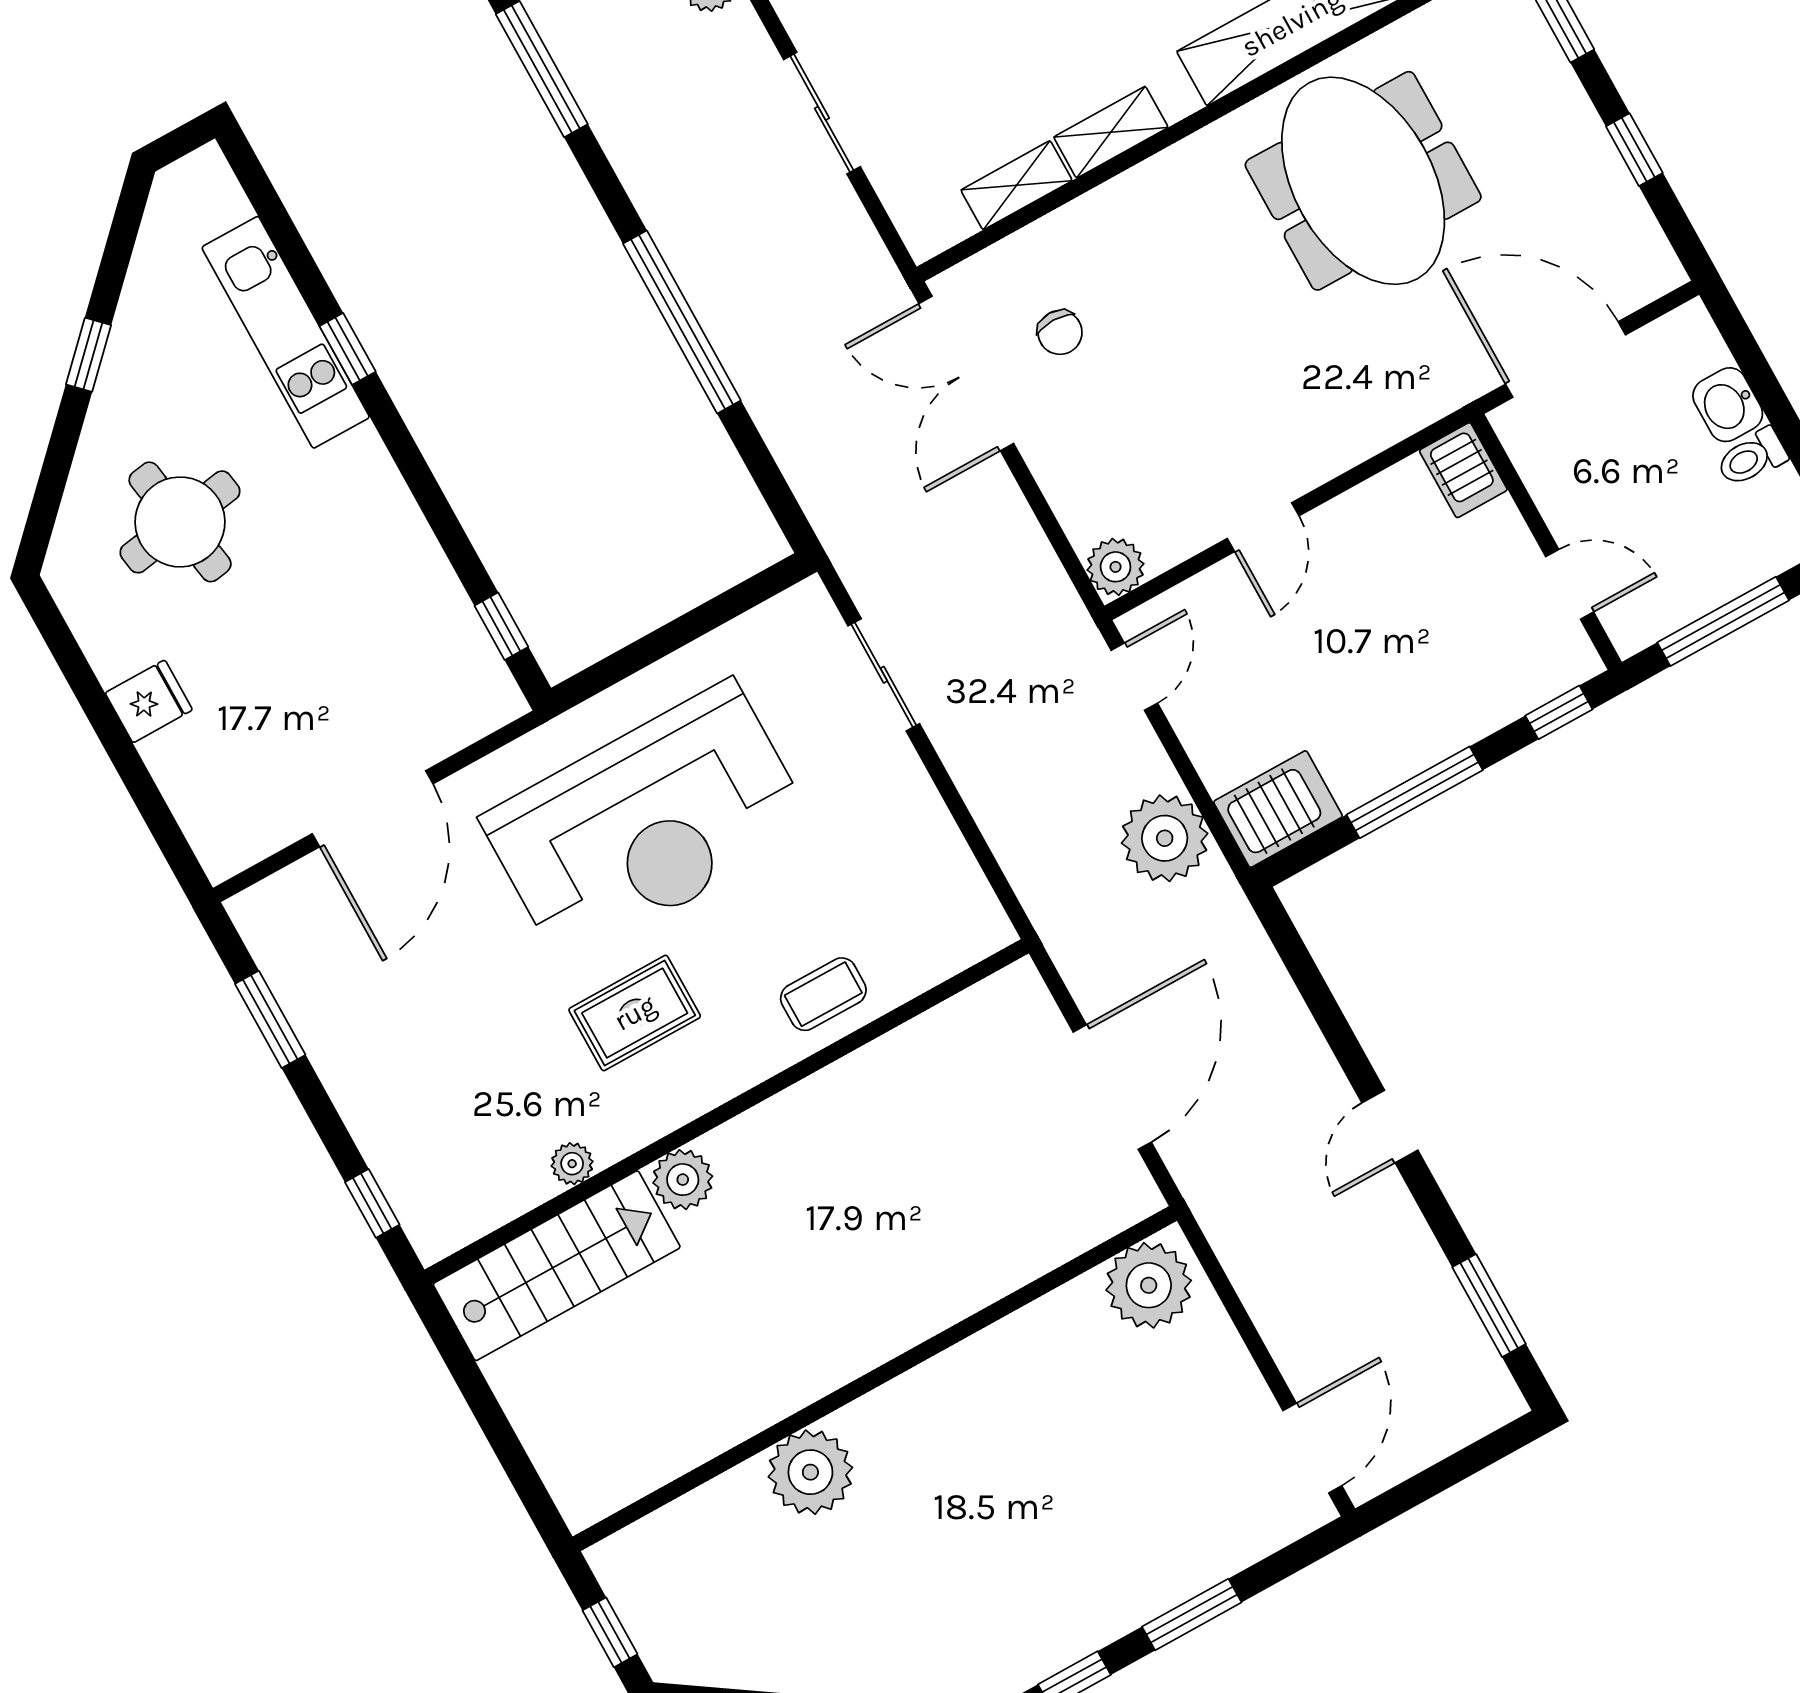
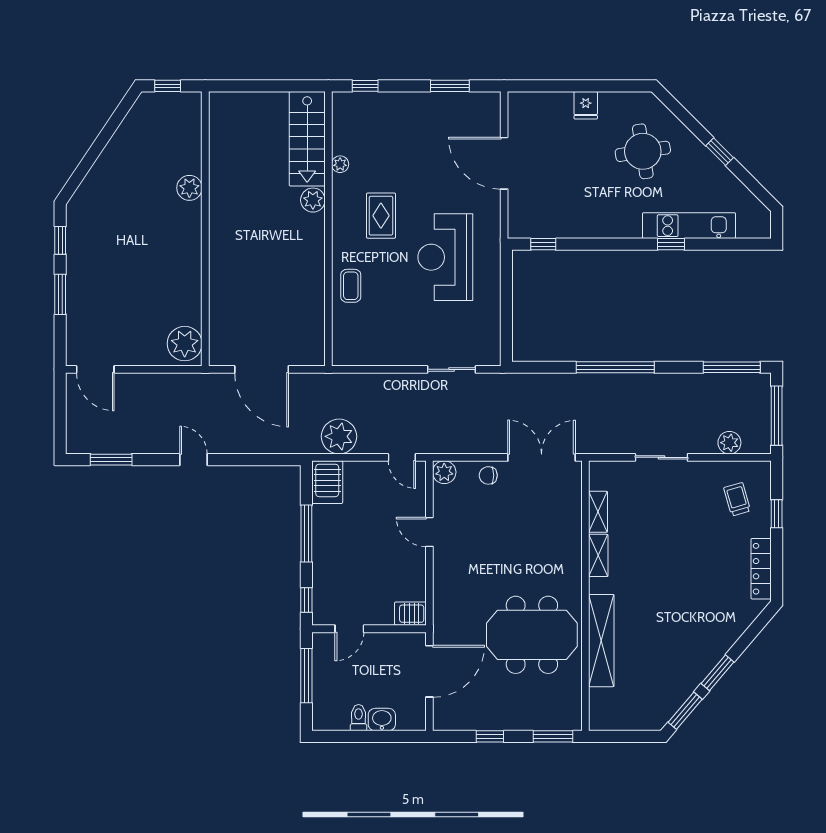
chair: (1060, 332) -> (488, 475), moved
reception desk: (647, 823) -> (445, 257), width x0.74, depth x0.77
plant: (810, 1472) -> (189, 188), width x0.73, depth x0.73

